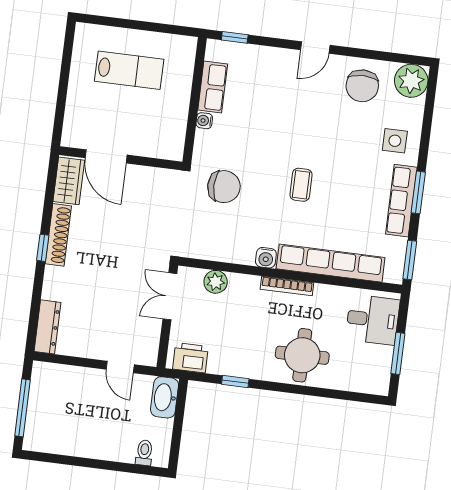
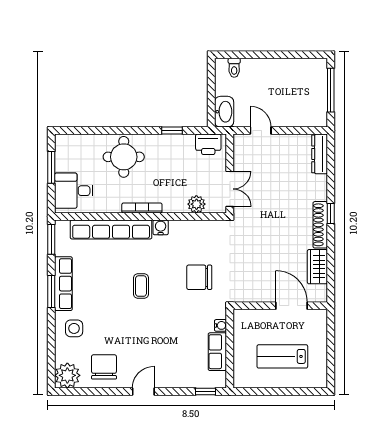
door: (106, 156) -> (292, 306), moved
wall: (121, 158) -> (280, 306), moved

